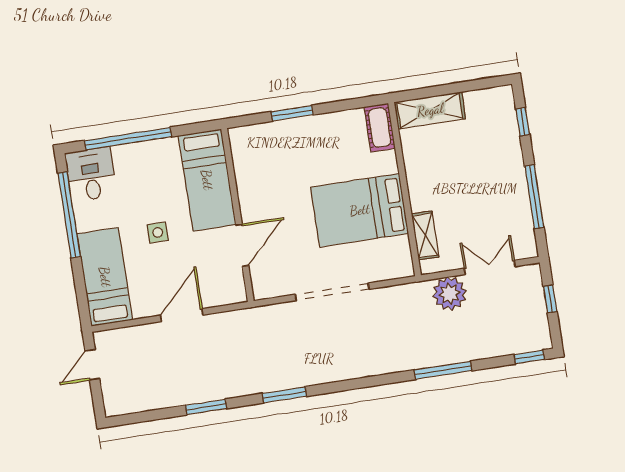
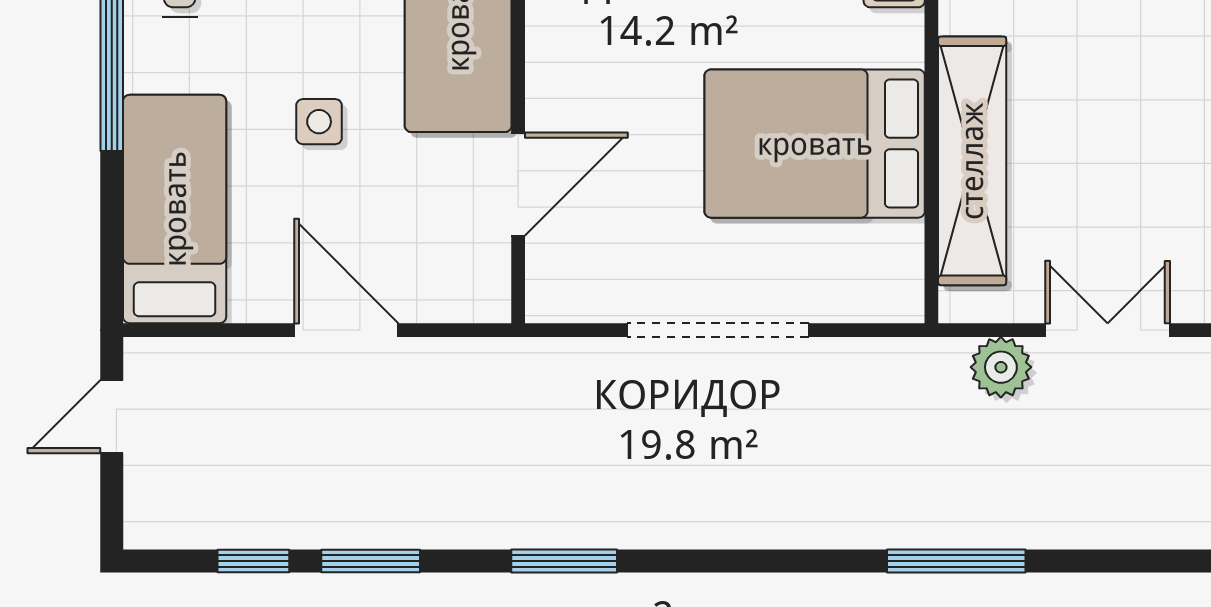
shelving: (425, 235) -> (972, 161), width x2.20, depth x1.33
plant: (450, 294) -> (1001, 367), width x0.73, depth x0.73
door: (182, 315) -> (346, 330), hinge flipped
window: (529, 357) -> (253, 561), moved

